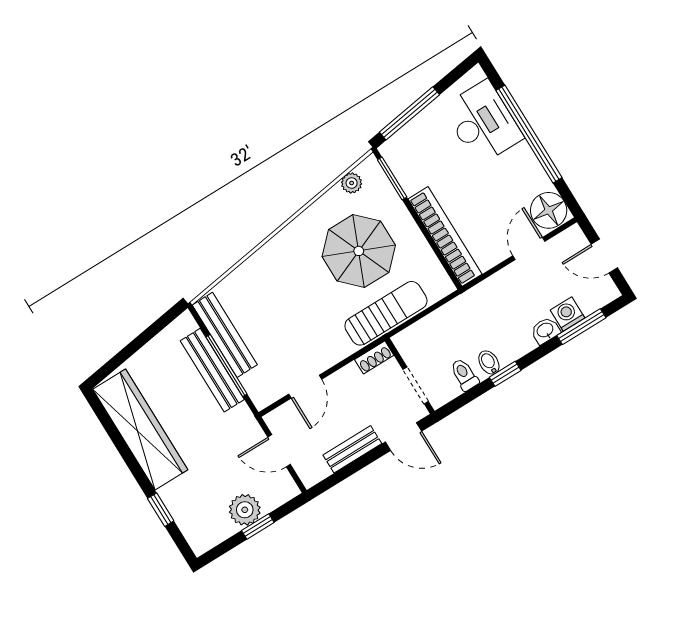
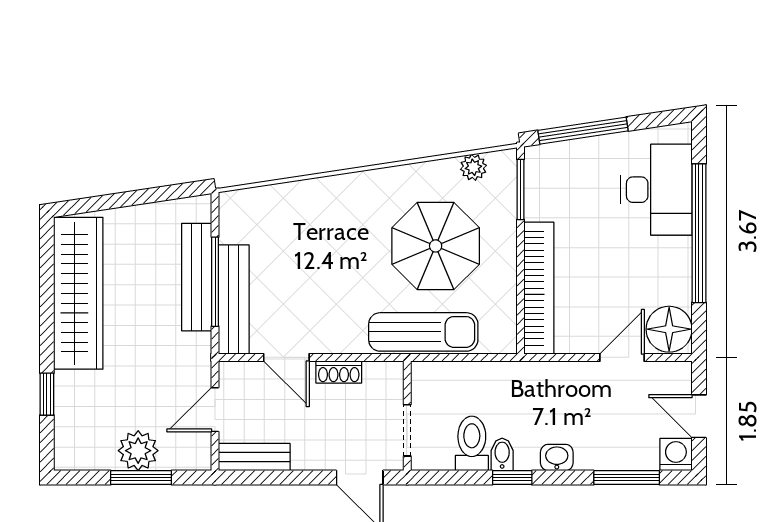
washing machine: (568, 314) -> (676, 455), moved
washbasin: (545, 331) -> (557, 458), moved
bench: (225, 335) -> (234, 299), moved
shoe rack: (374, 357) -> (339, 372), moved
toilet: (464, 375) -> (472, 443), width x1.37, depth x1.39
door: (305, 387) -> (286, 357), hinge flipped
bench: (352, 449) -> (254, 457), moved
door: (279, 451) -> (215, 410), hinge flipped
window: (258, 526) -> (141, 478), width x1.50

